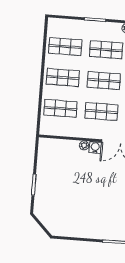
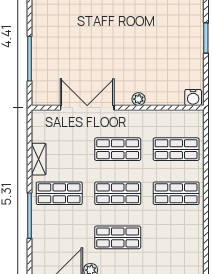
shop shelf: (65, 47) -> (176, 237), removed
water cooler: (95, 147) -> (193, 97), moved

